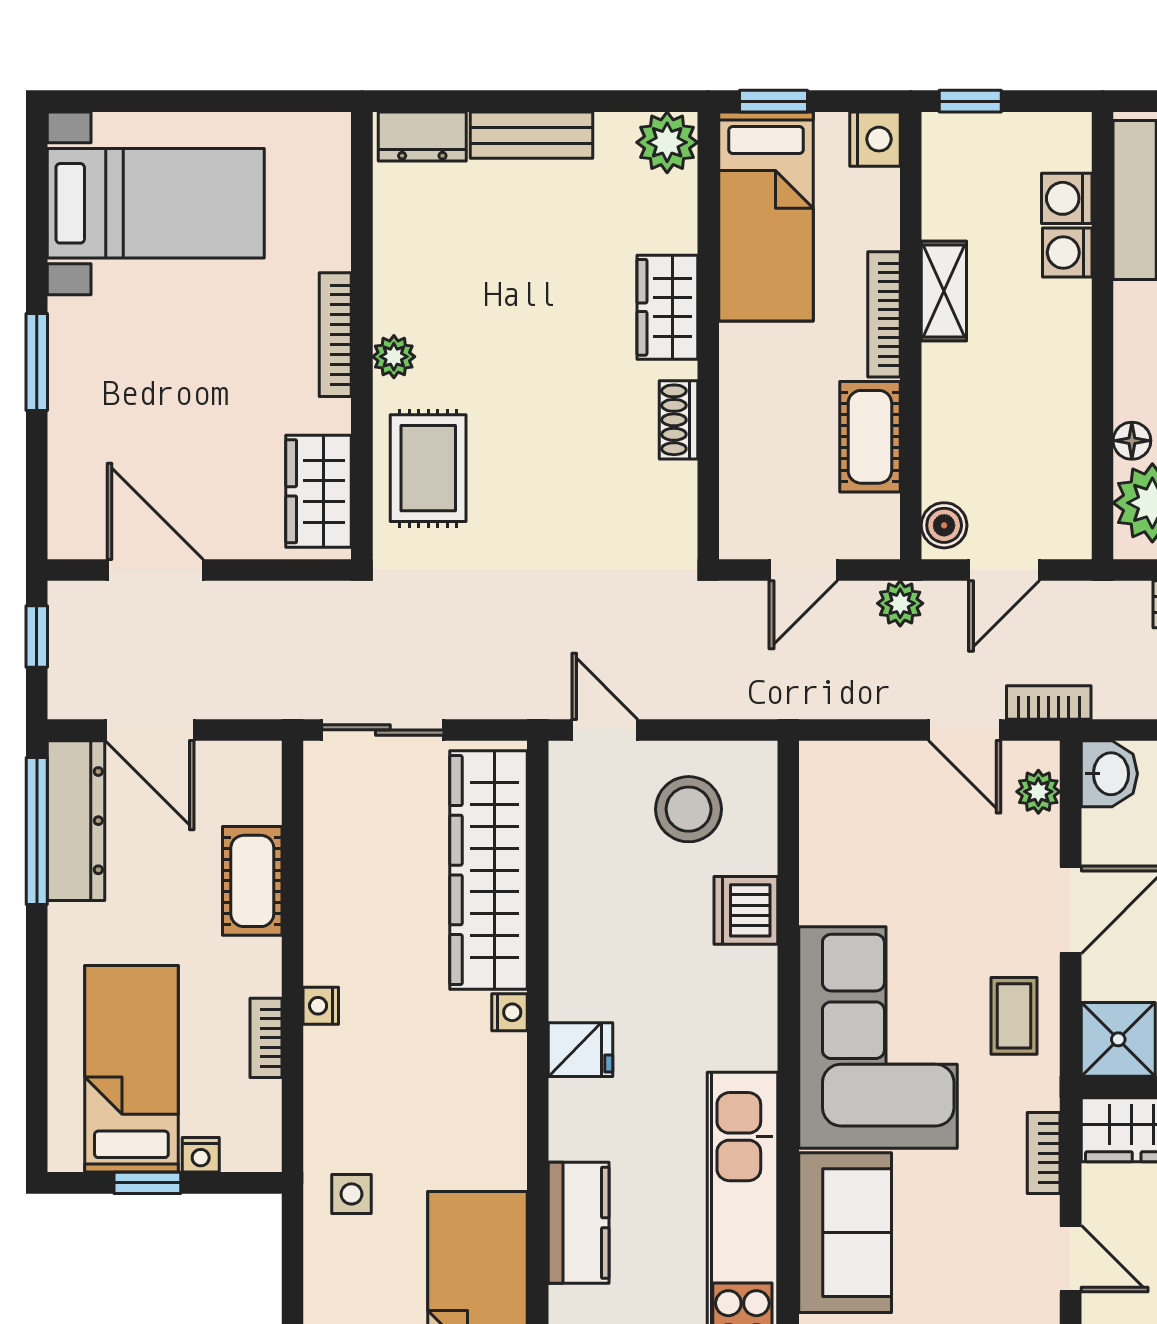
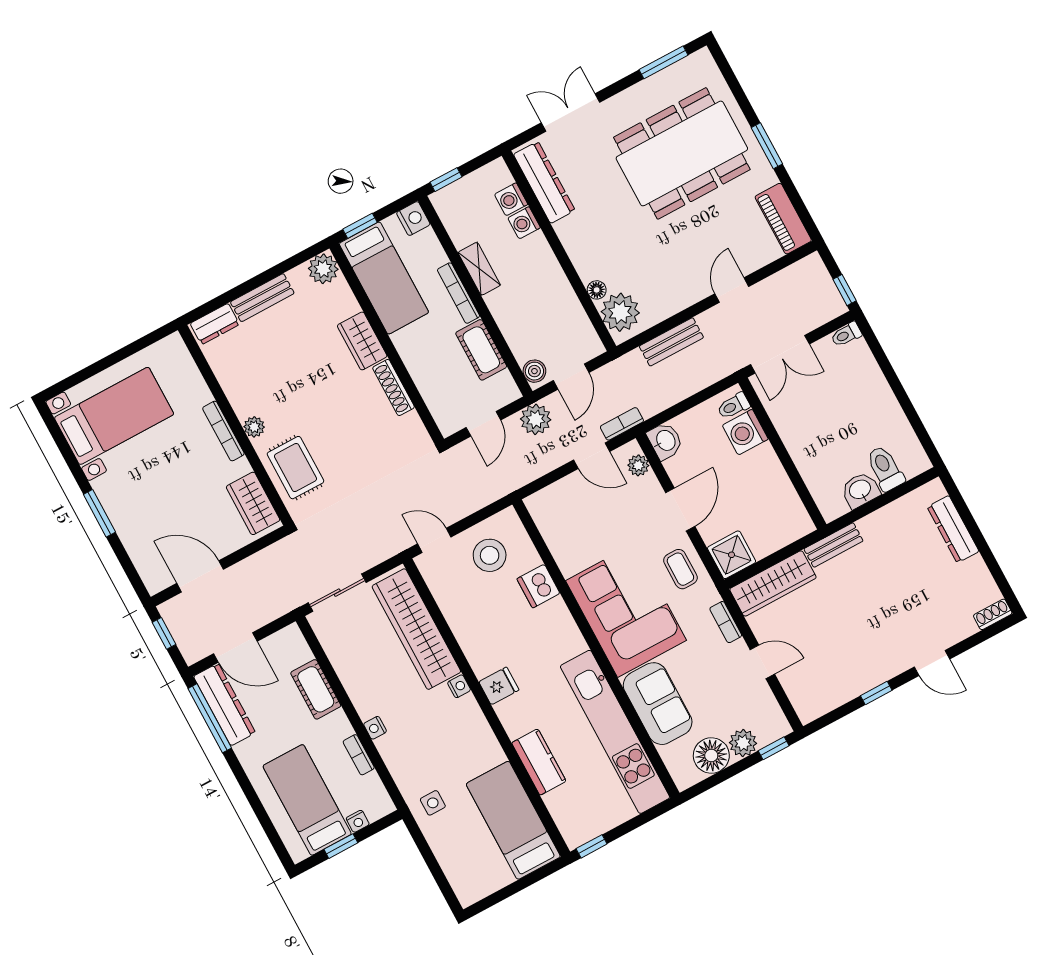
shoe rack: (678, 420) -> (394, 387), width x1.43
plant: (900, 603) -> (536, 419), width x1.38, depth x1.38

